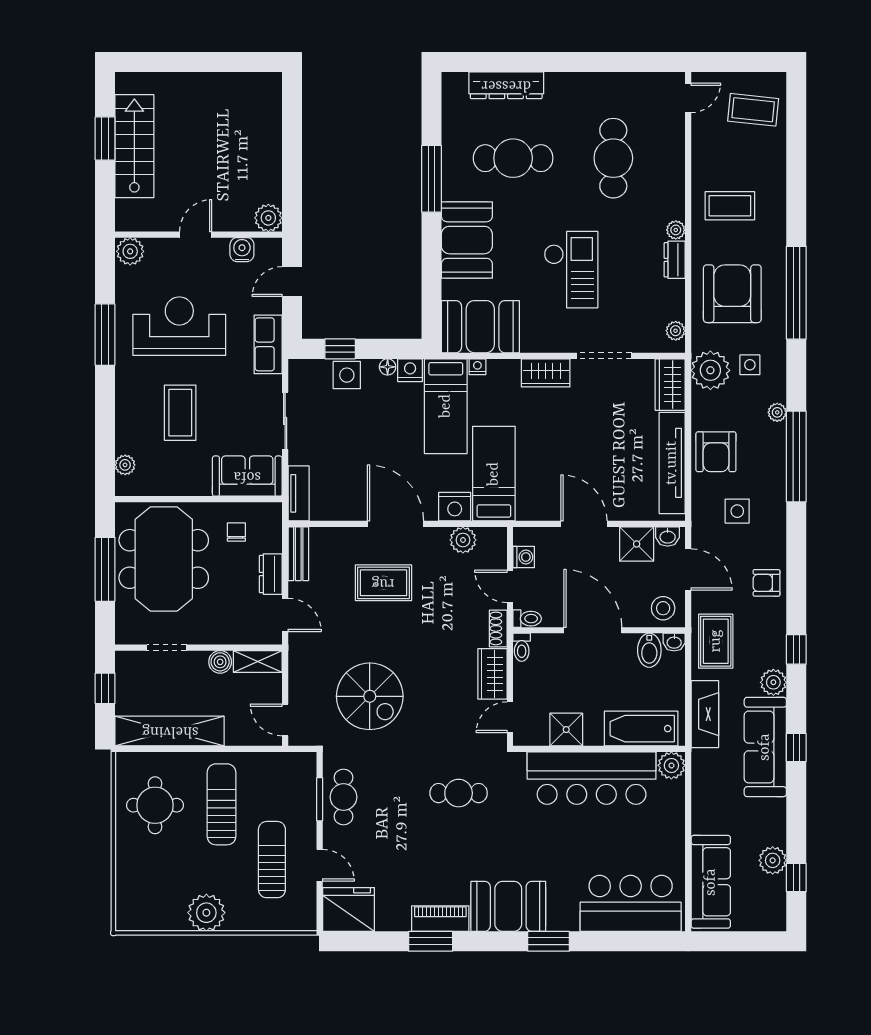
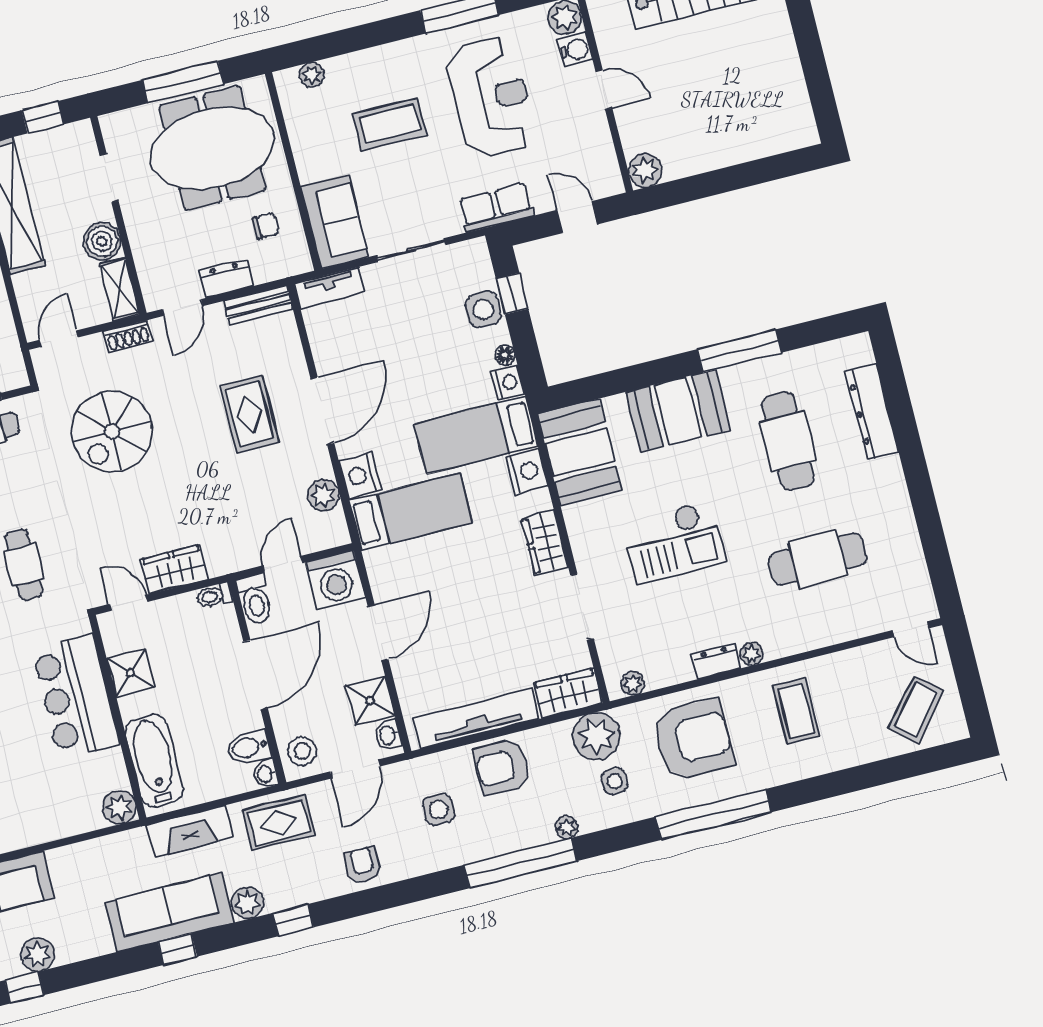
coffee table: (753, 110) -> (916, 710), turned 34
water cooler: (242, 250) -> (575, 50), moved
nightstand: (477, 367) -> (527, 471), width x1.89, depth x1.79
washing machine: (524, 557) -> (335, 580), width x1.89, depth x1.89
toilet: (527, 619) -> (255, 599), width x1.37, depth x1.39
shoe rack: (498, 628) -> (128, 336), moved, turned 180
boiler: (220, 662) -> (102, 241), width x1.36, depth x1.36
bar counter: (592, 778) -> (76, 697), width x0.73

